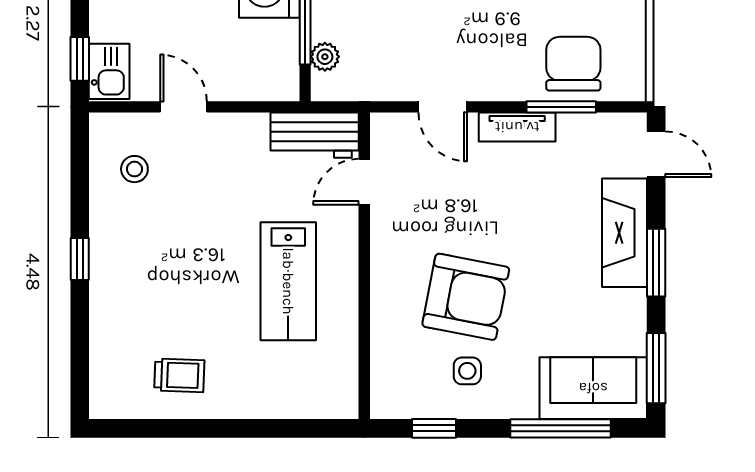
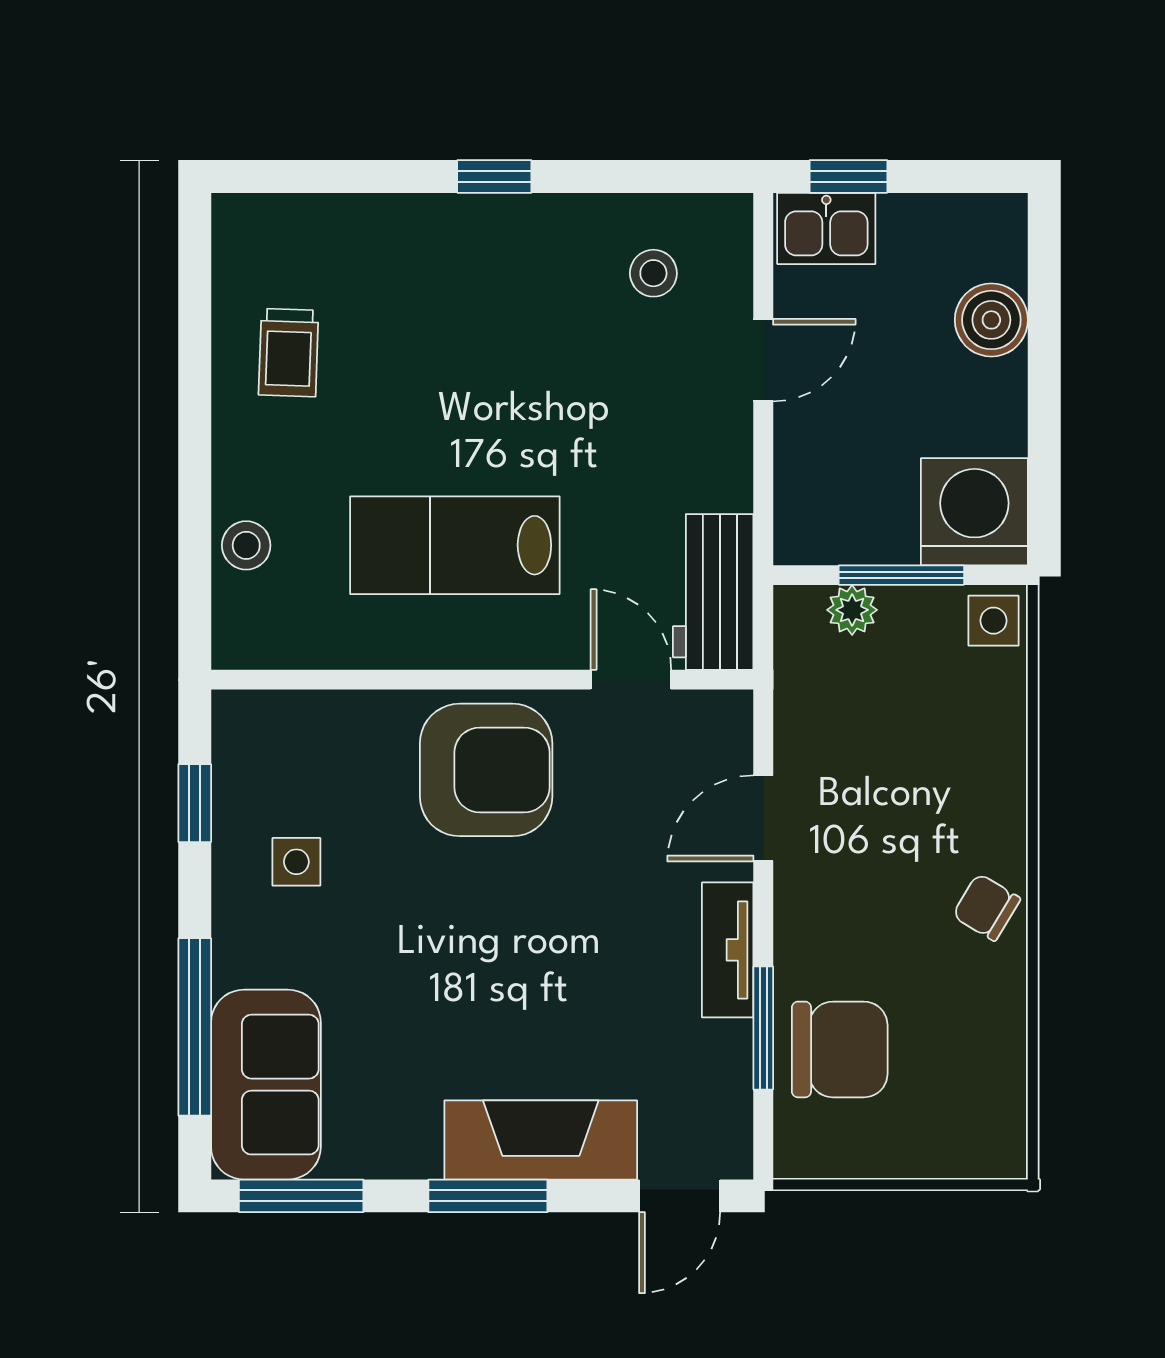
armchair: (466, 297) -> (486, 770), moved, turned -101
stool: (288, 399) -> (246, 545), added

